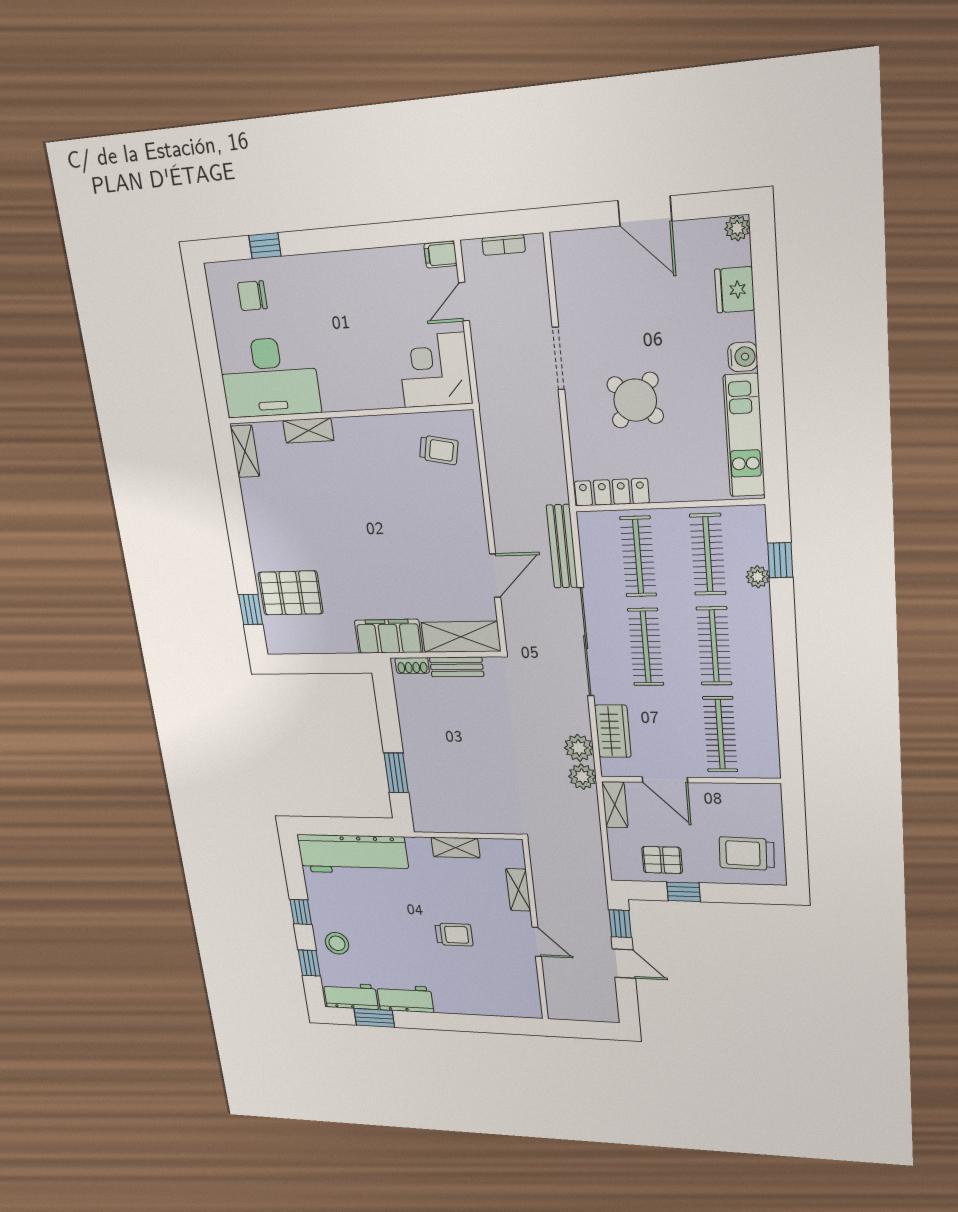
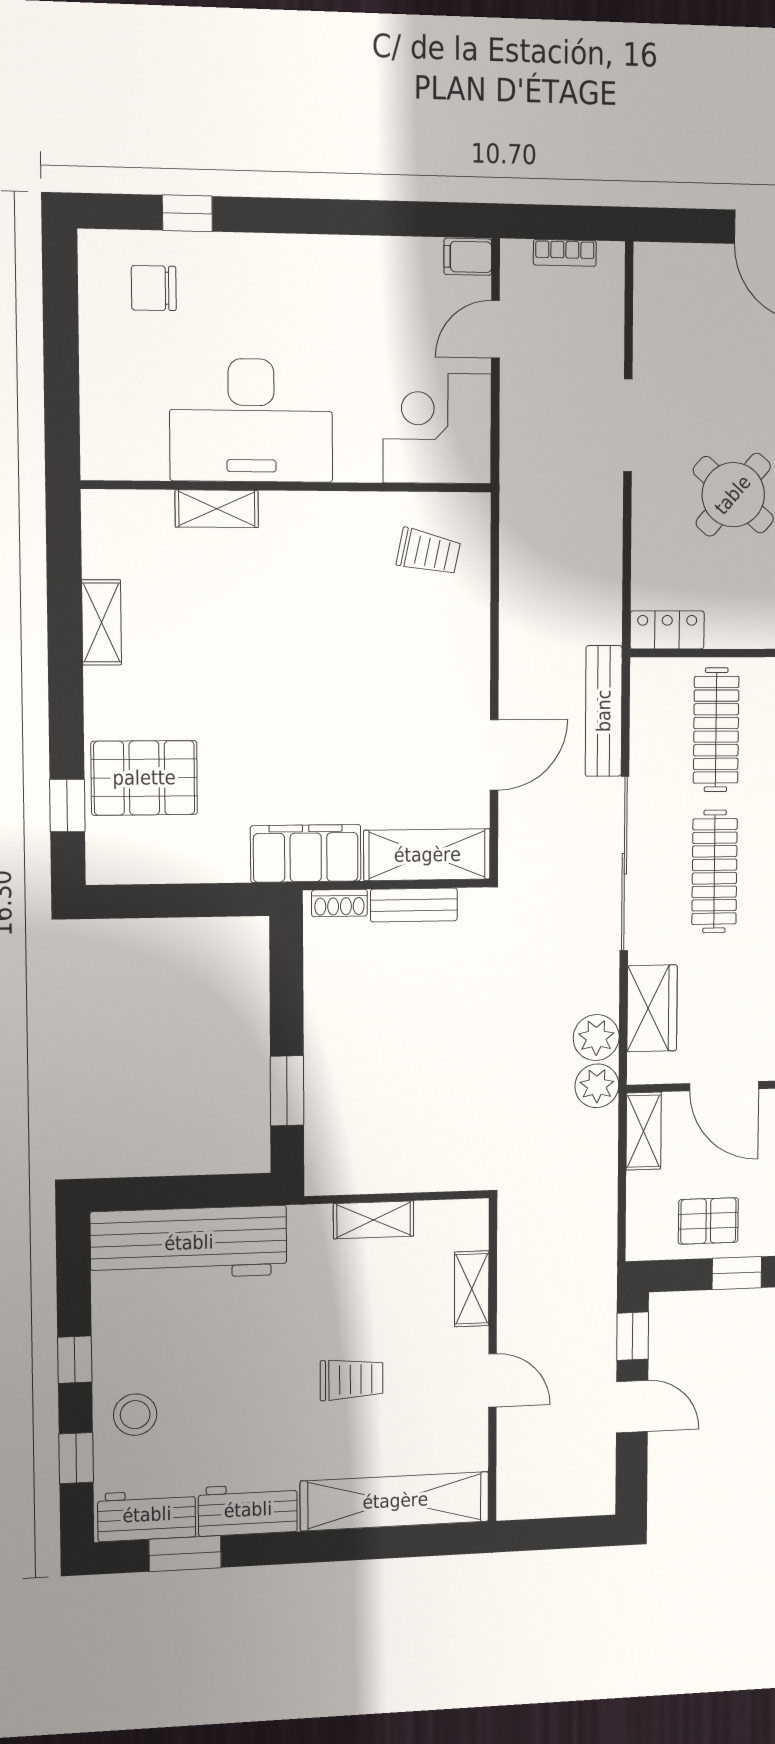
desk: (269, 377) -> (251, 420), moved
shelving: (245, 451) -> (102, 622), moved
locker: (612, 492) -> (667, 630), width x0.66
shelving: (487, 1002) -> (395, 1501), added

